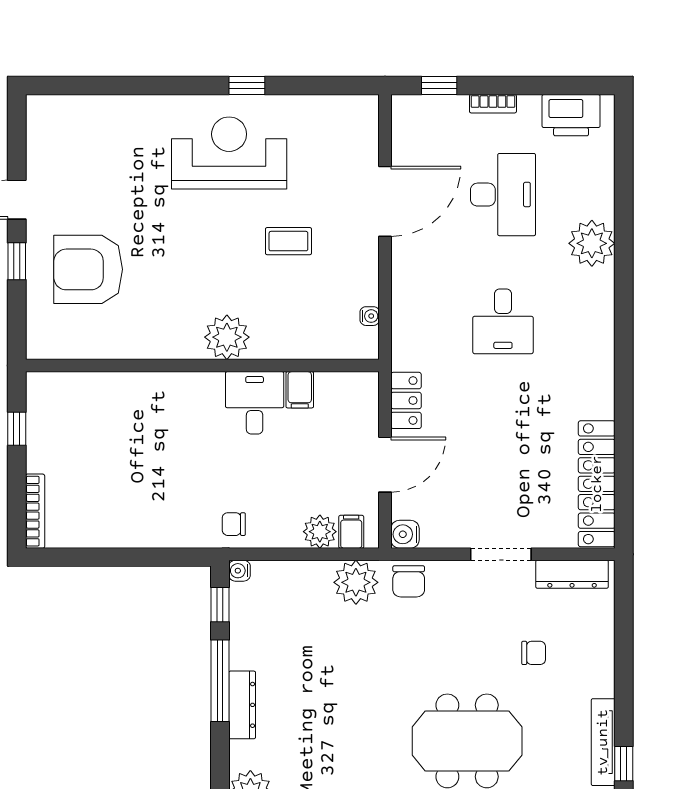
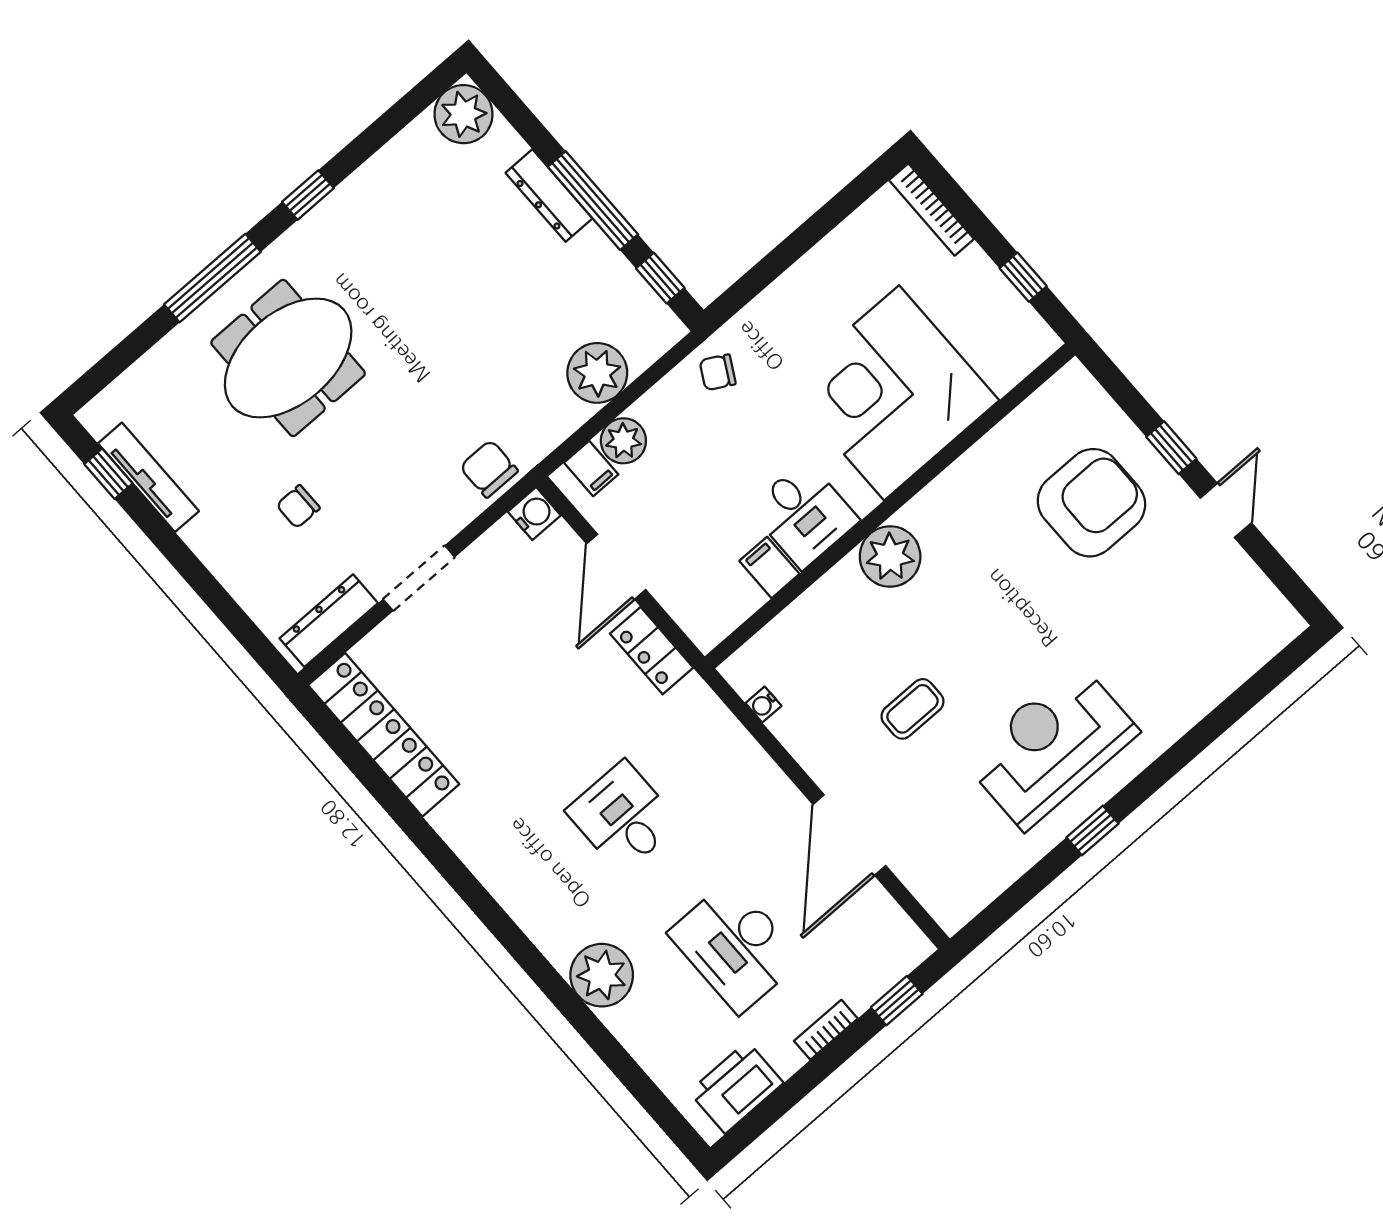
reception desk: (229, 153) -> (1051, 746), turned 180
corner desk: (146, 428) -> (892, 393), added
chair: (234, 524) -> (718, 372), turned -151
water cooler: (239, 571) -> (671, 330), removed
plant: (356, 582) -> (597, 373), moved

